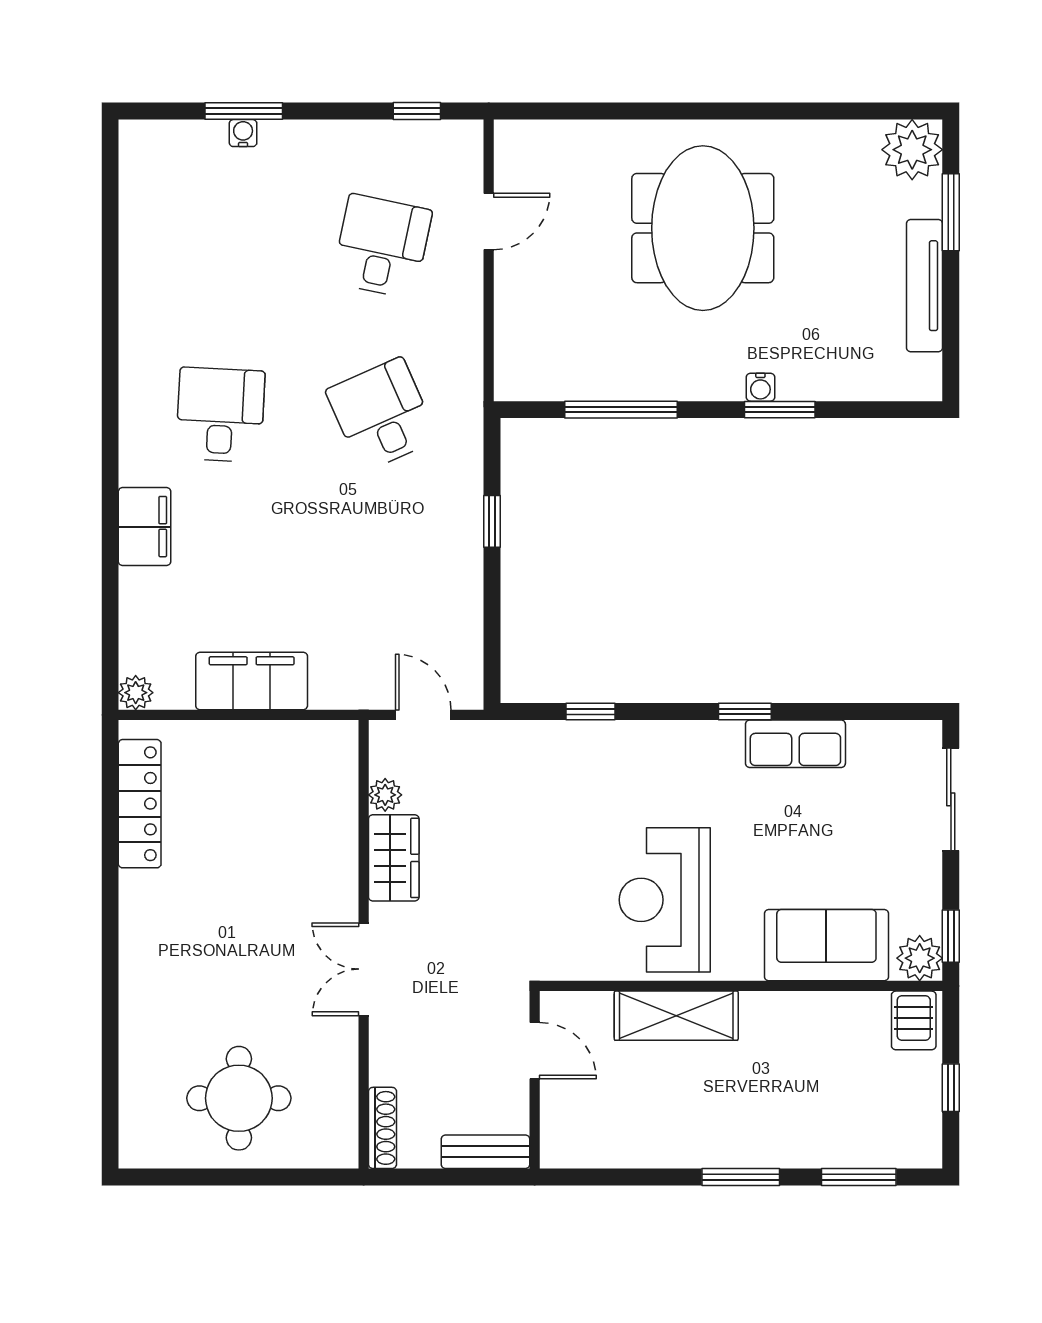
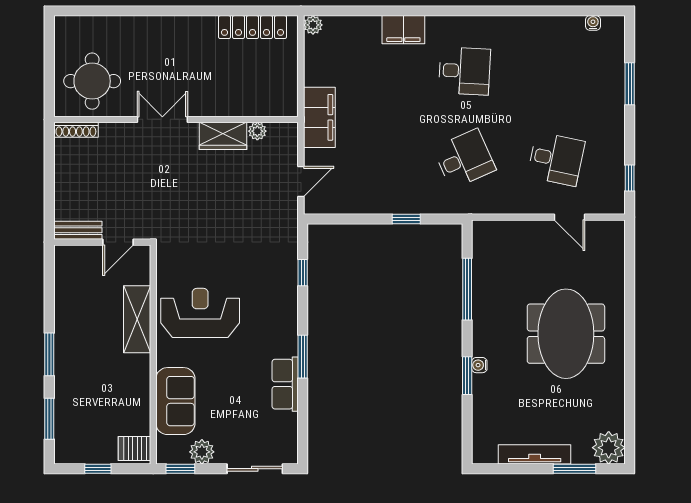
water cooler: (243, 133) -> (593, 23), moved, turned -90
meeting table: (703, 228) -> (566, 334), turned 90
filing cabinet: (252, 681) -> (319, 117), moved
window: (745, 712) -> (303, 357), width x1.50
plant: (385, 795) -> (257, 131), moved
wardrobe: (394, 858) -> (223, 136), moved
wall: (364, 944) -> (176, 119), moved
plant: (920, 958) -> (202, 452), moved
double door: (364, 969) -> (162, 119), moved
shoe rack: (382, 1128) -> (76, 130), moved
bench: (485, 1152) -> (78, 230), moved, turned 90

